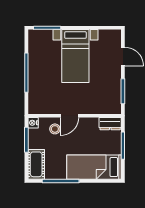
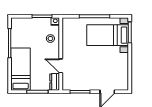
bed with nightstands: (75, 56) -> (108, 35), moved
door: (69, 116) -> (61, 66), moved
cot: (36, 164) -> (23, 24), removed

